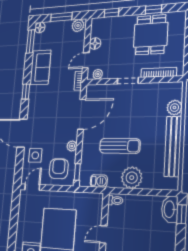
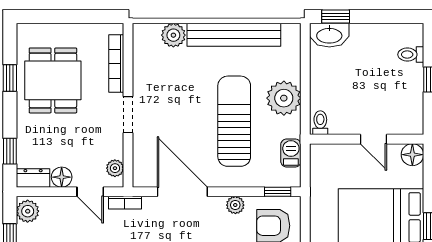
dresser: (96, 27) -> (33, 178), added
dining table: (151, 35) -> (53, 80), turned 90
sun lounger: (120, 146) -> (234, 121), width x1.36, depth x1.34

